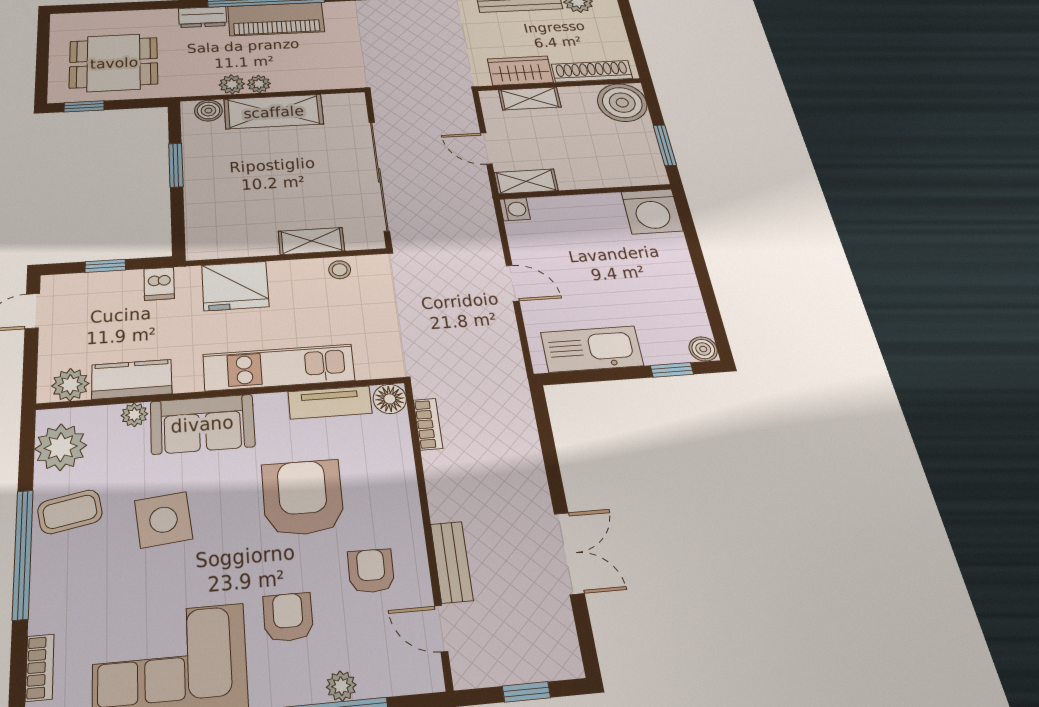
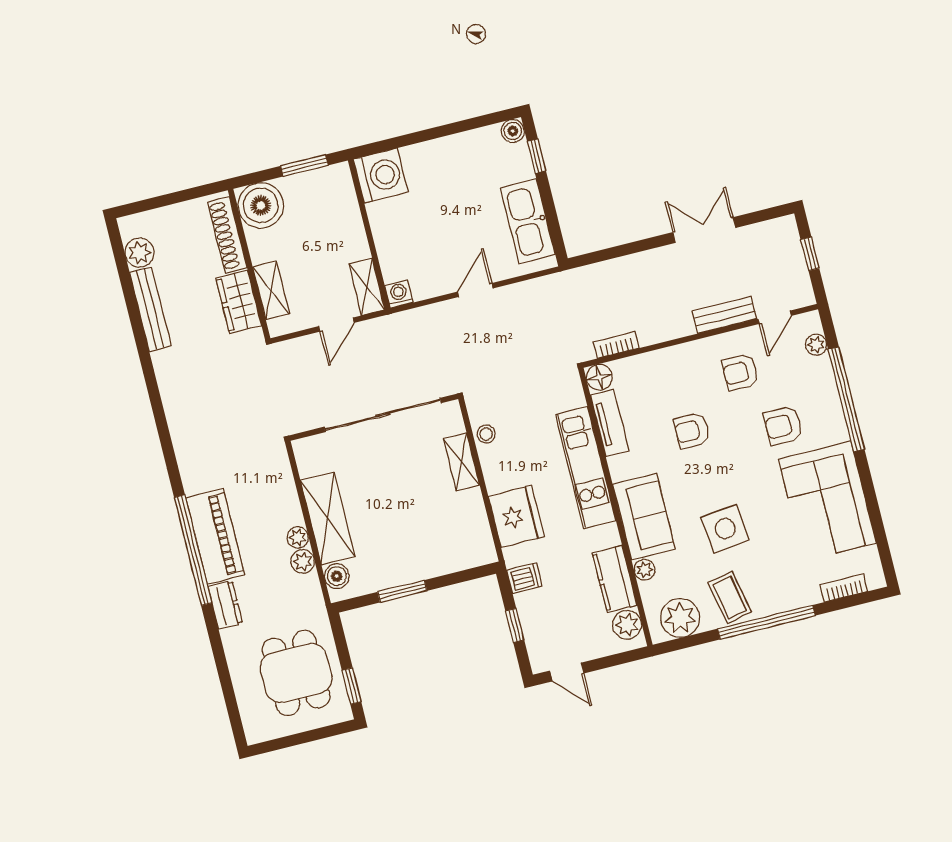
armchair: (303, 497) -> (692, 431), width x0.53, depth x0.53
plant: (341, 686) -> (816, 345), moved

